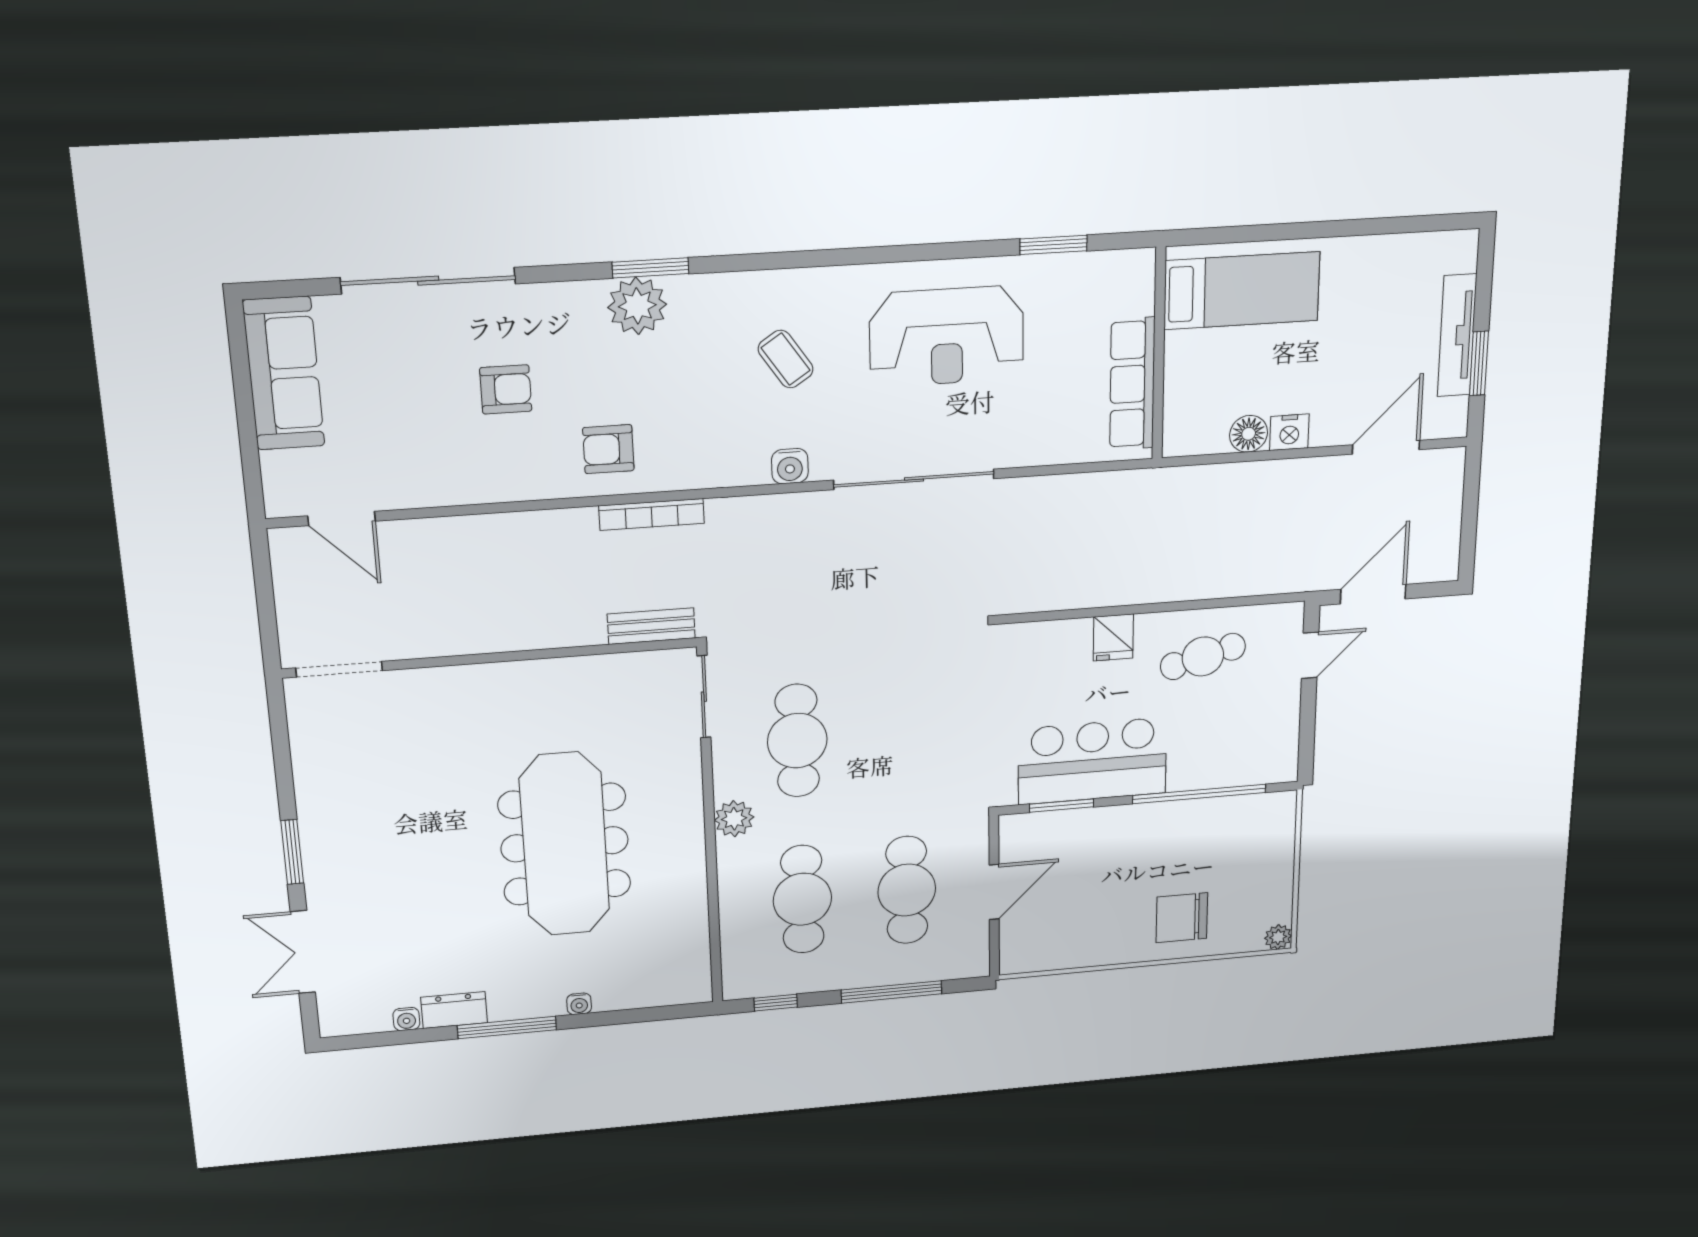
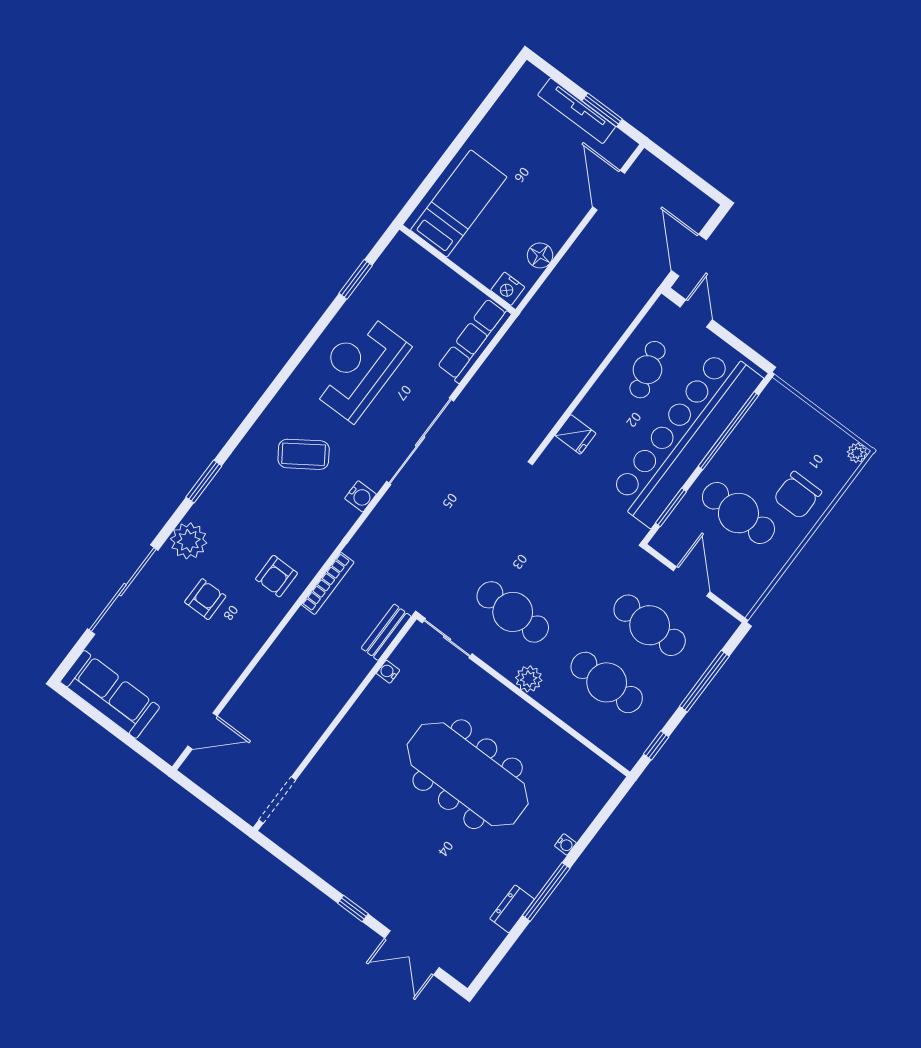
plant: (637, 306) -> (189, 541), moved
reception desk: (947, 336) -> (359, 367), turned 180
coffee table: (786, 359) -> (304, 454), width x1.36, depth x1.30
row of seats: (1132, 384) -> (474, 341), moved, turned 90
nightstand: (1289, 432) -> (508, 289), moved, turned 90
fridge: (1113, 637) -> (576, 434), moved
bar counter: (1092, 761) -> (685, 437), width x1.86
window: (292, 852) -> (353, 909), width x0.67
cafe table: (1112, 877) -> (738, 513), added
water cooler: (406, 1019) -> (388, 672), moved, turned 180

